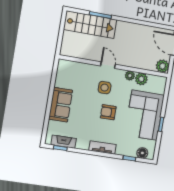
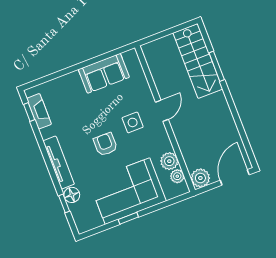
plant: (130, 76) -> (177, 176), moved
sofa: (61, 105) -> (104, 73), moved
tv unit: (102, 147) -> (59, 162), width x1.41
floor lamp: (142, 153) -> (72, 195), moved

